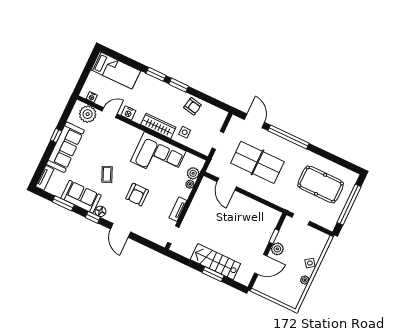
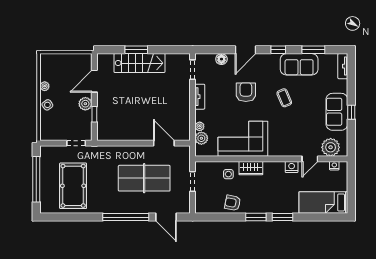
wardrobe: (158, 126) -> (251, 168), width x0.67
sofa: (65, 147) -> (337, 112), width x0.73
pool table: (321, 184) -> (73, 186), turned 90
floor lamp: (100, 211) -> (221, 59), moved
door: (121, 230) -> (245, 50), swing flipped

